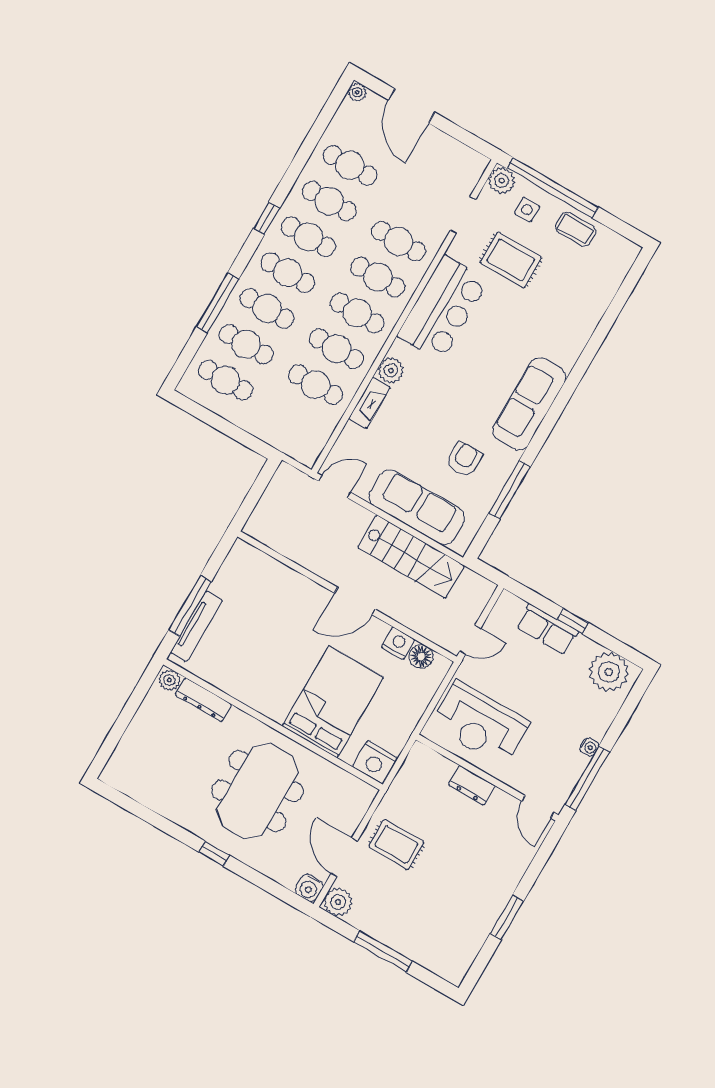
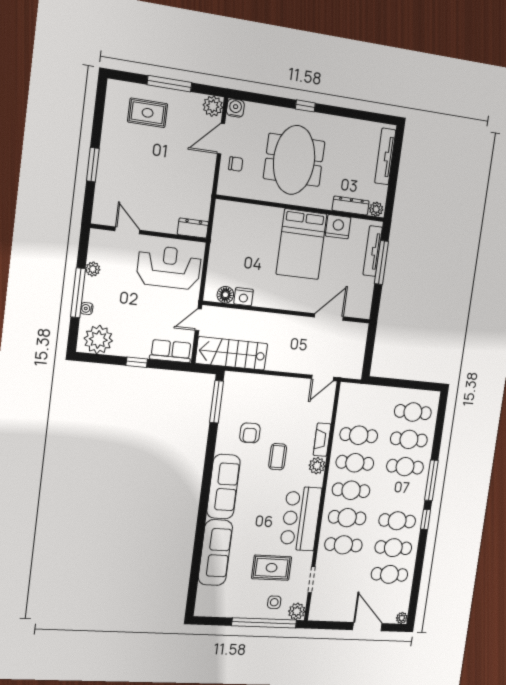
coffee table: (576, 229) -> (278, 457), moved, turned 90
cafe table: (288, 273) -> (401, 494), removed
window: (217, 303) -> (431, 480), moved
window: (510, 490) -> (217, 402), moved
sofa: (417, 507) -> (215, 553), moved, turned -90
stairs: (411, 557) -> (231, 353), moved
door: (355, 601) -> (329, 317), moved
row of seats: (547, 629) -> (171, 351), moved
bed: (333, 702) -> (301, 244), moved
tv unit: (129, 744) -> (385, 156), added
water cooler: (589, 747) -> (87, 309), moved
nightstand: (375, 762) -> (338, 227), moved
plant: (577, 763) -> (93, 269), added
window: (587, 779) -> (78, 293), moved
dresser: (472, 785) -> (193, 228), moved
door: (538, 807) -> (127, 230), moved
chair: (338, 818) -> (236, 164), added
rug: (396, 844) -> (148, 113), moved
door: (344, 857) -> (221, 139), swing flipped
window: (507, 917) -> (93, 165), moved

